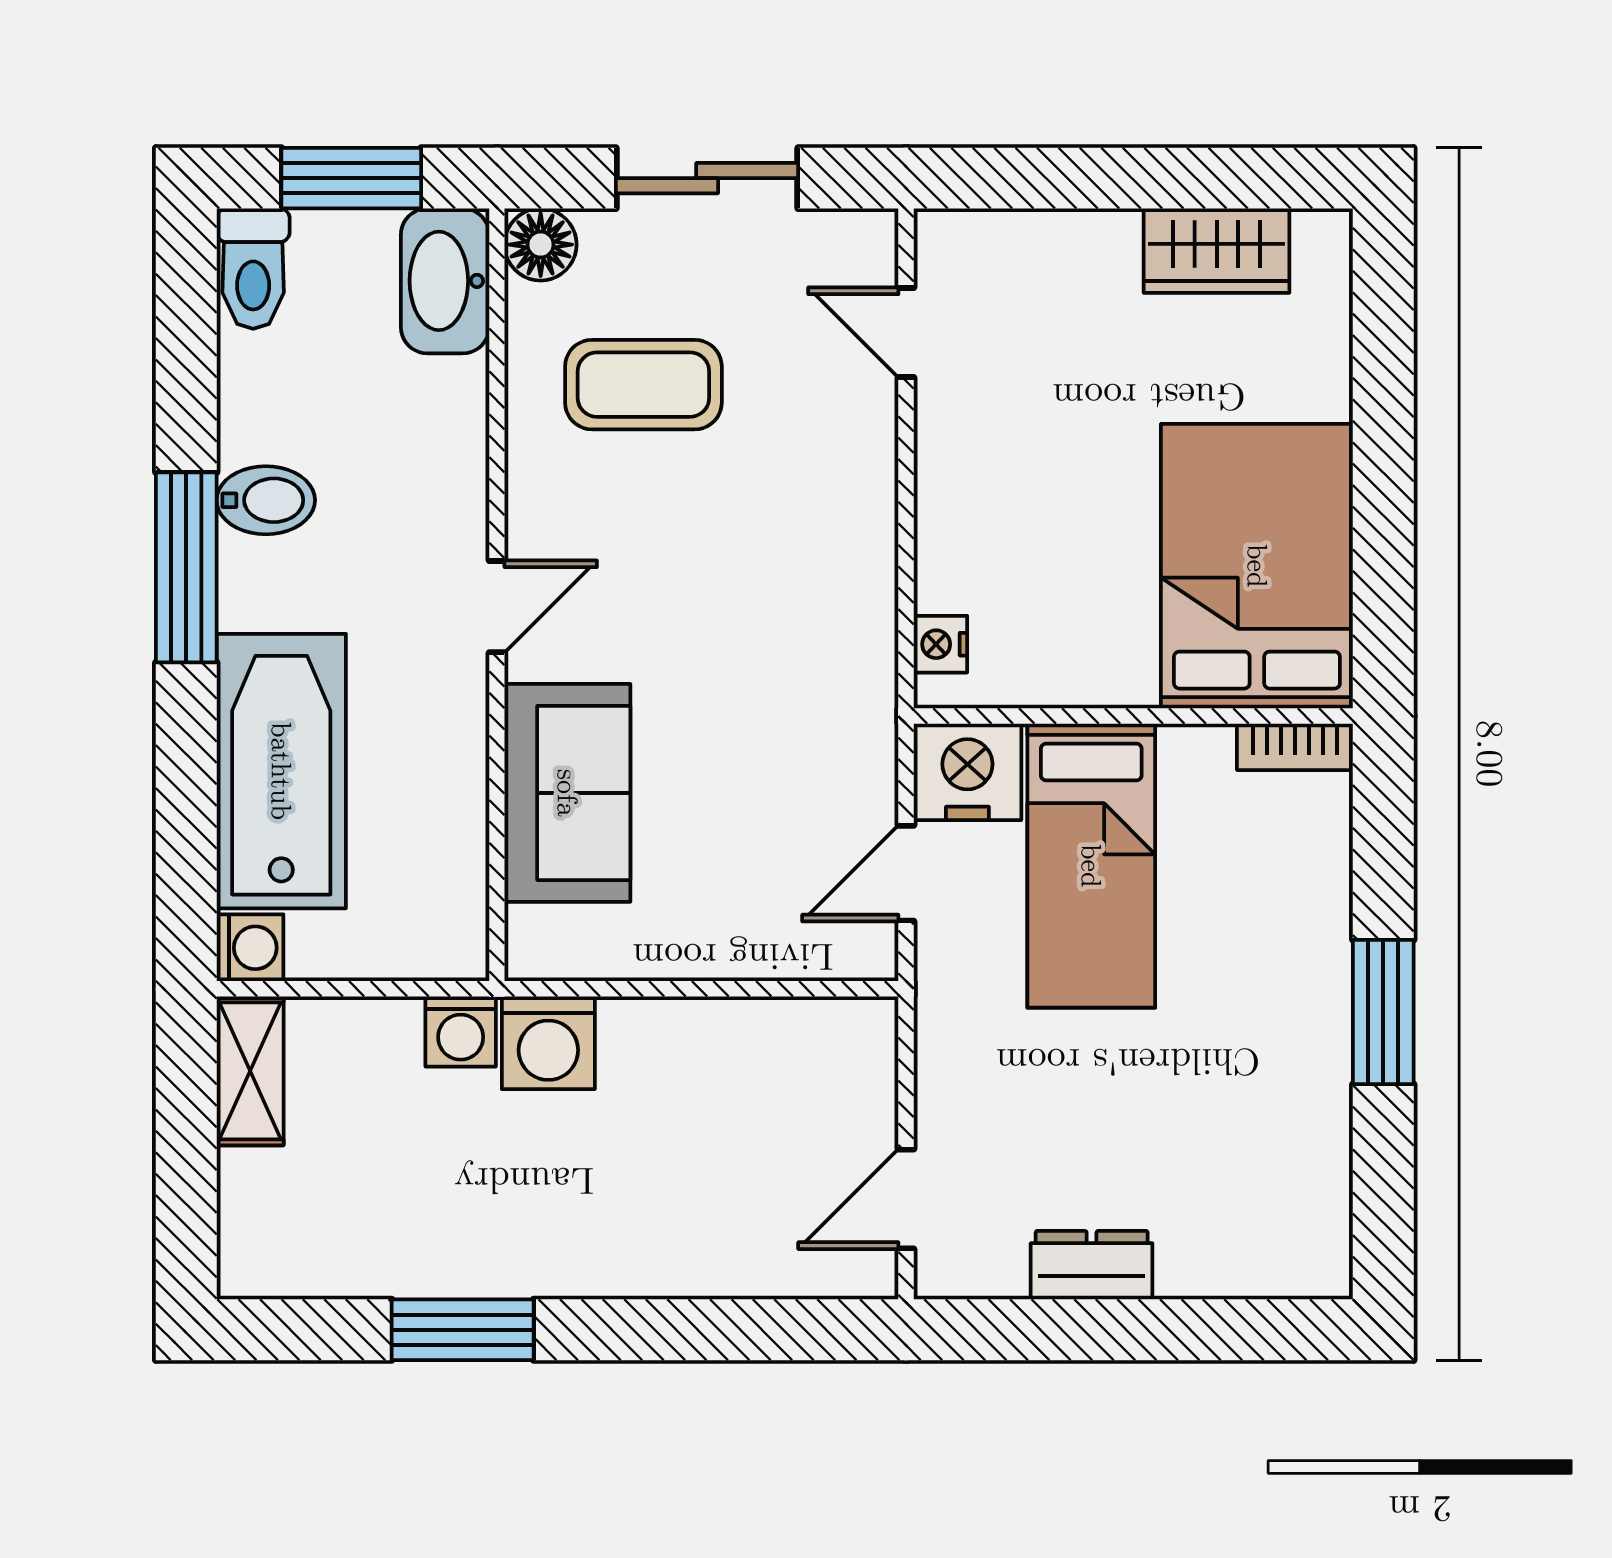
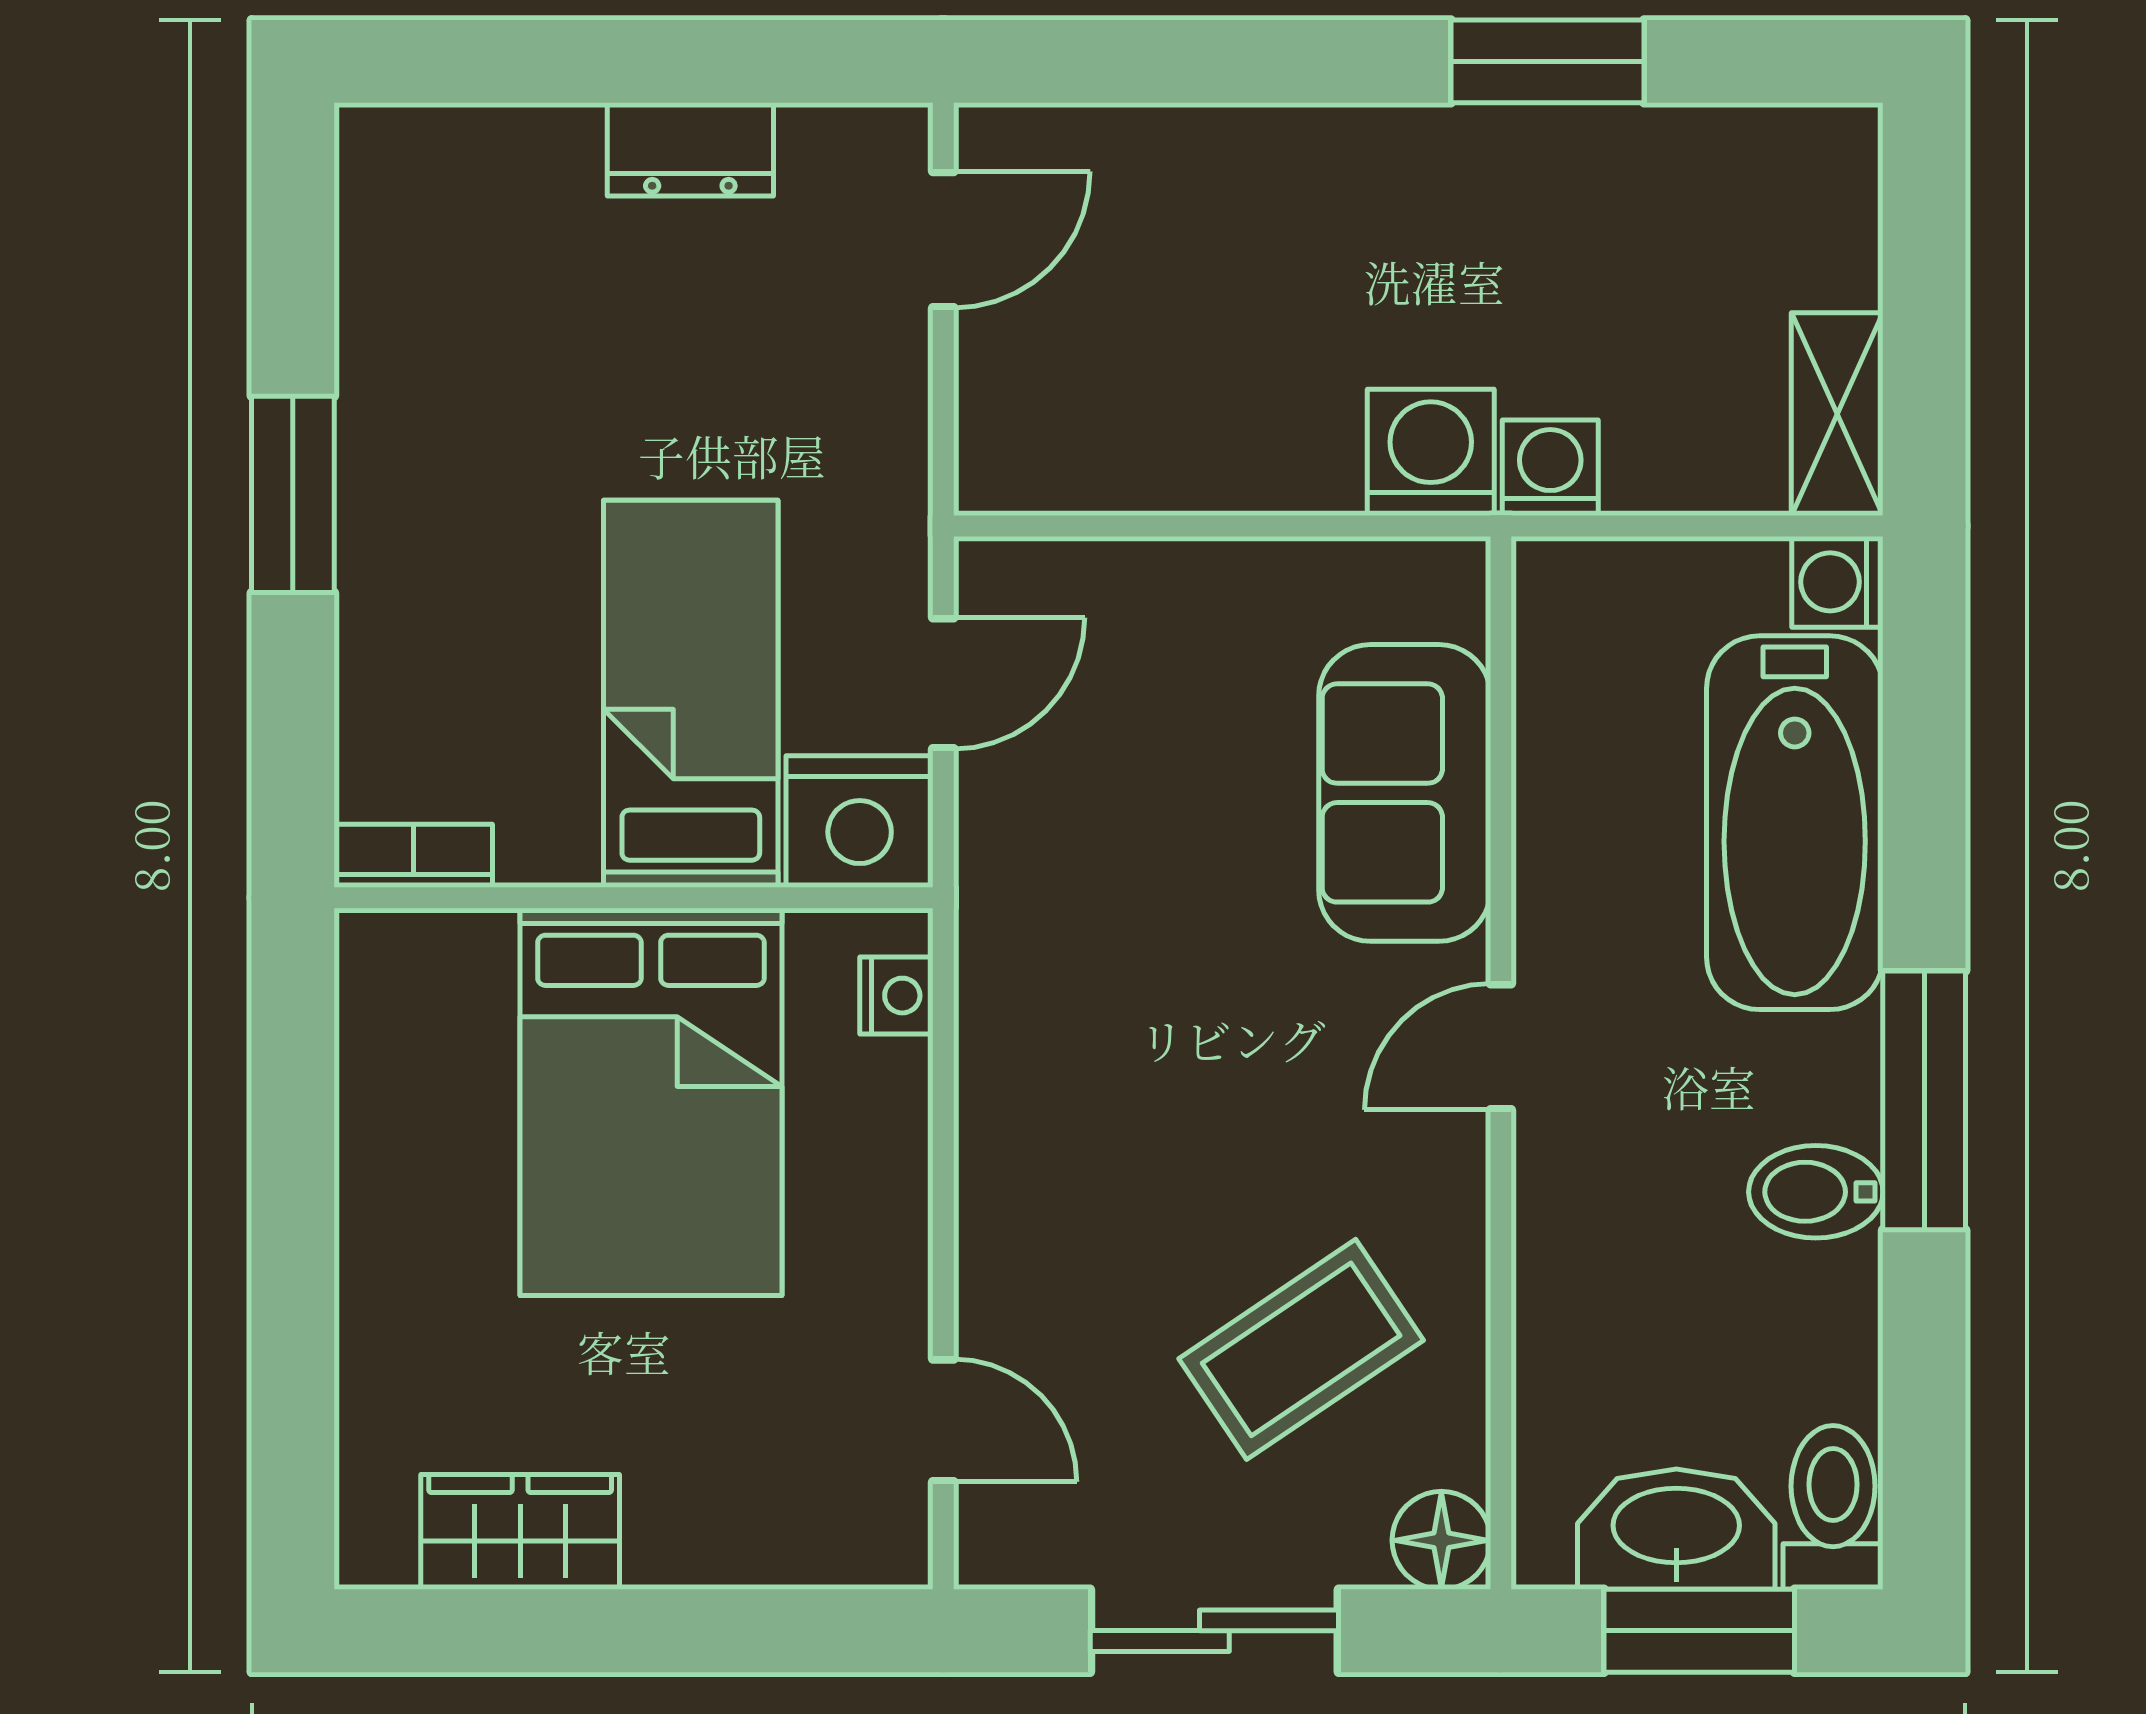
washbasin: (445, 281) -> (1676, 1529), moved, turned -90
coffee table: (643, 385) -> (1301, 1349), turned -34
bed: (1257, 566) -> (651, 1102), moved

